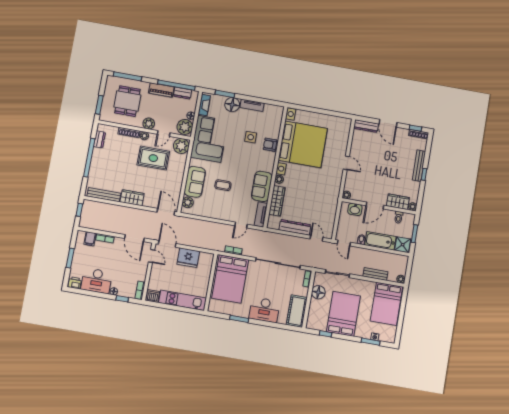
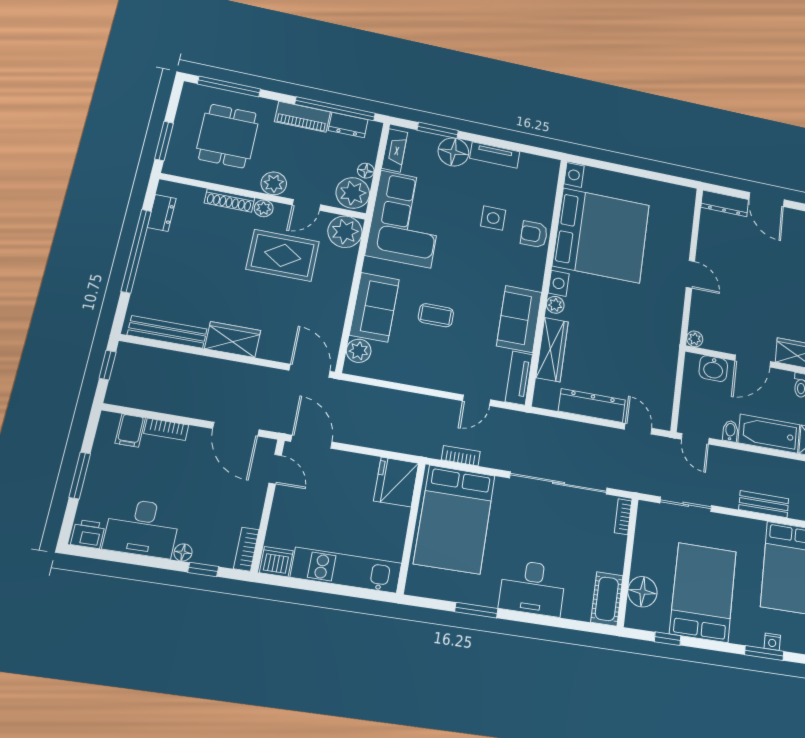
fridge: (188, 258) -> (396, 482), moved, turned 90
floor lamp: (318, 292) -> (642, 592), moved
cot: (297, 311) -> (607, 599), width x0.73, depth x0.75

